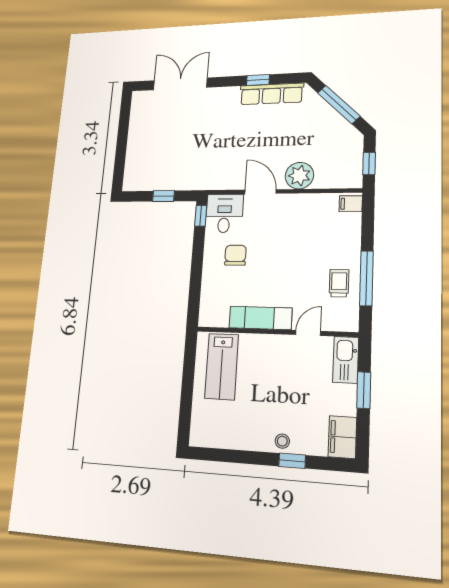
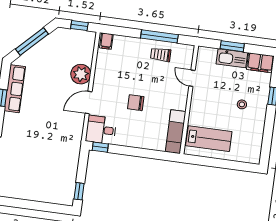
window: (164, 196) -> (79, 191), moved
chair: (235, 255) -> (136, 103), moved
exam couch: (260, 318) -> (176, 132), moved
kitchen sink: (346, 360) -> (232, 58), moved
stool: (282, 441) -> (242, 104), moved

